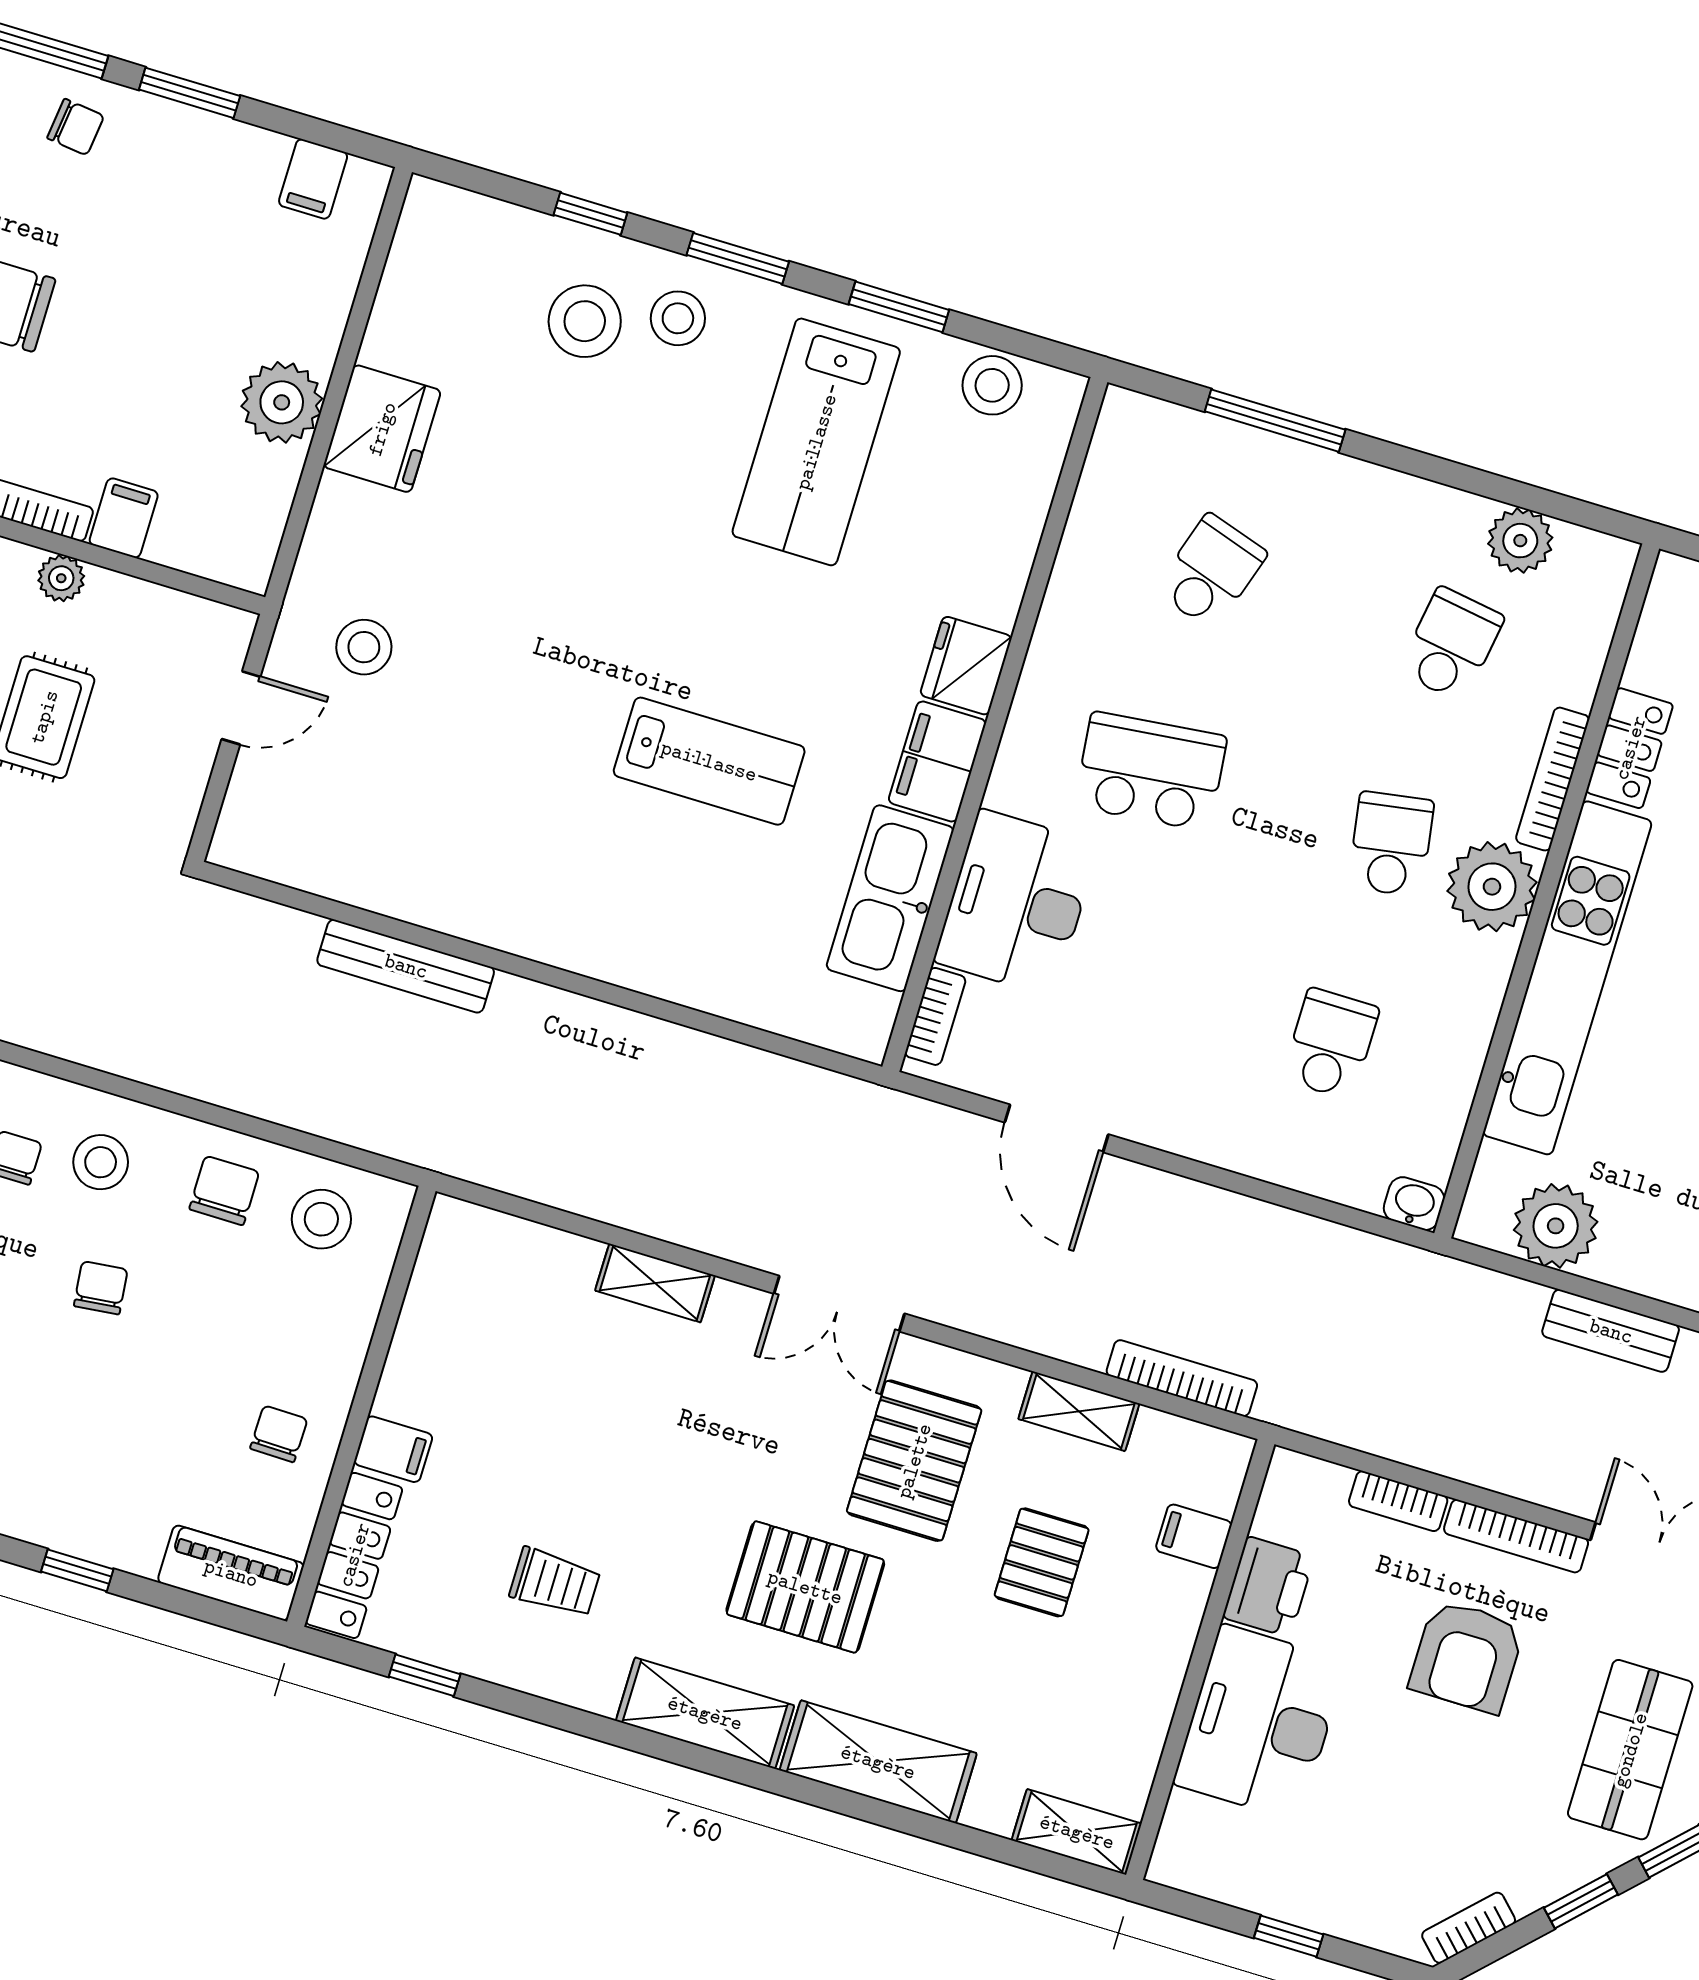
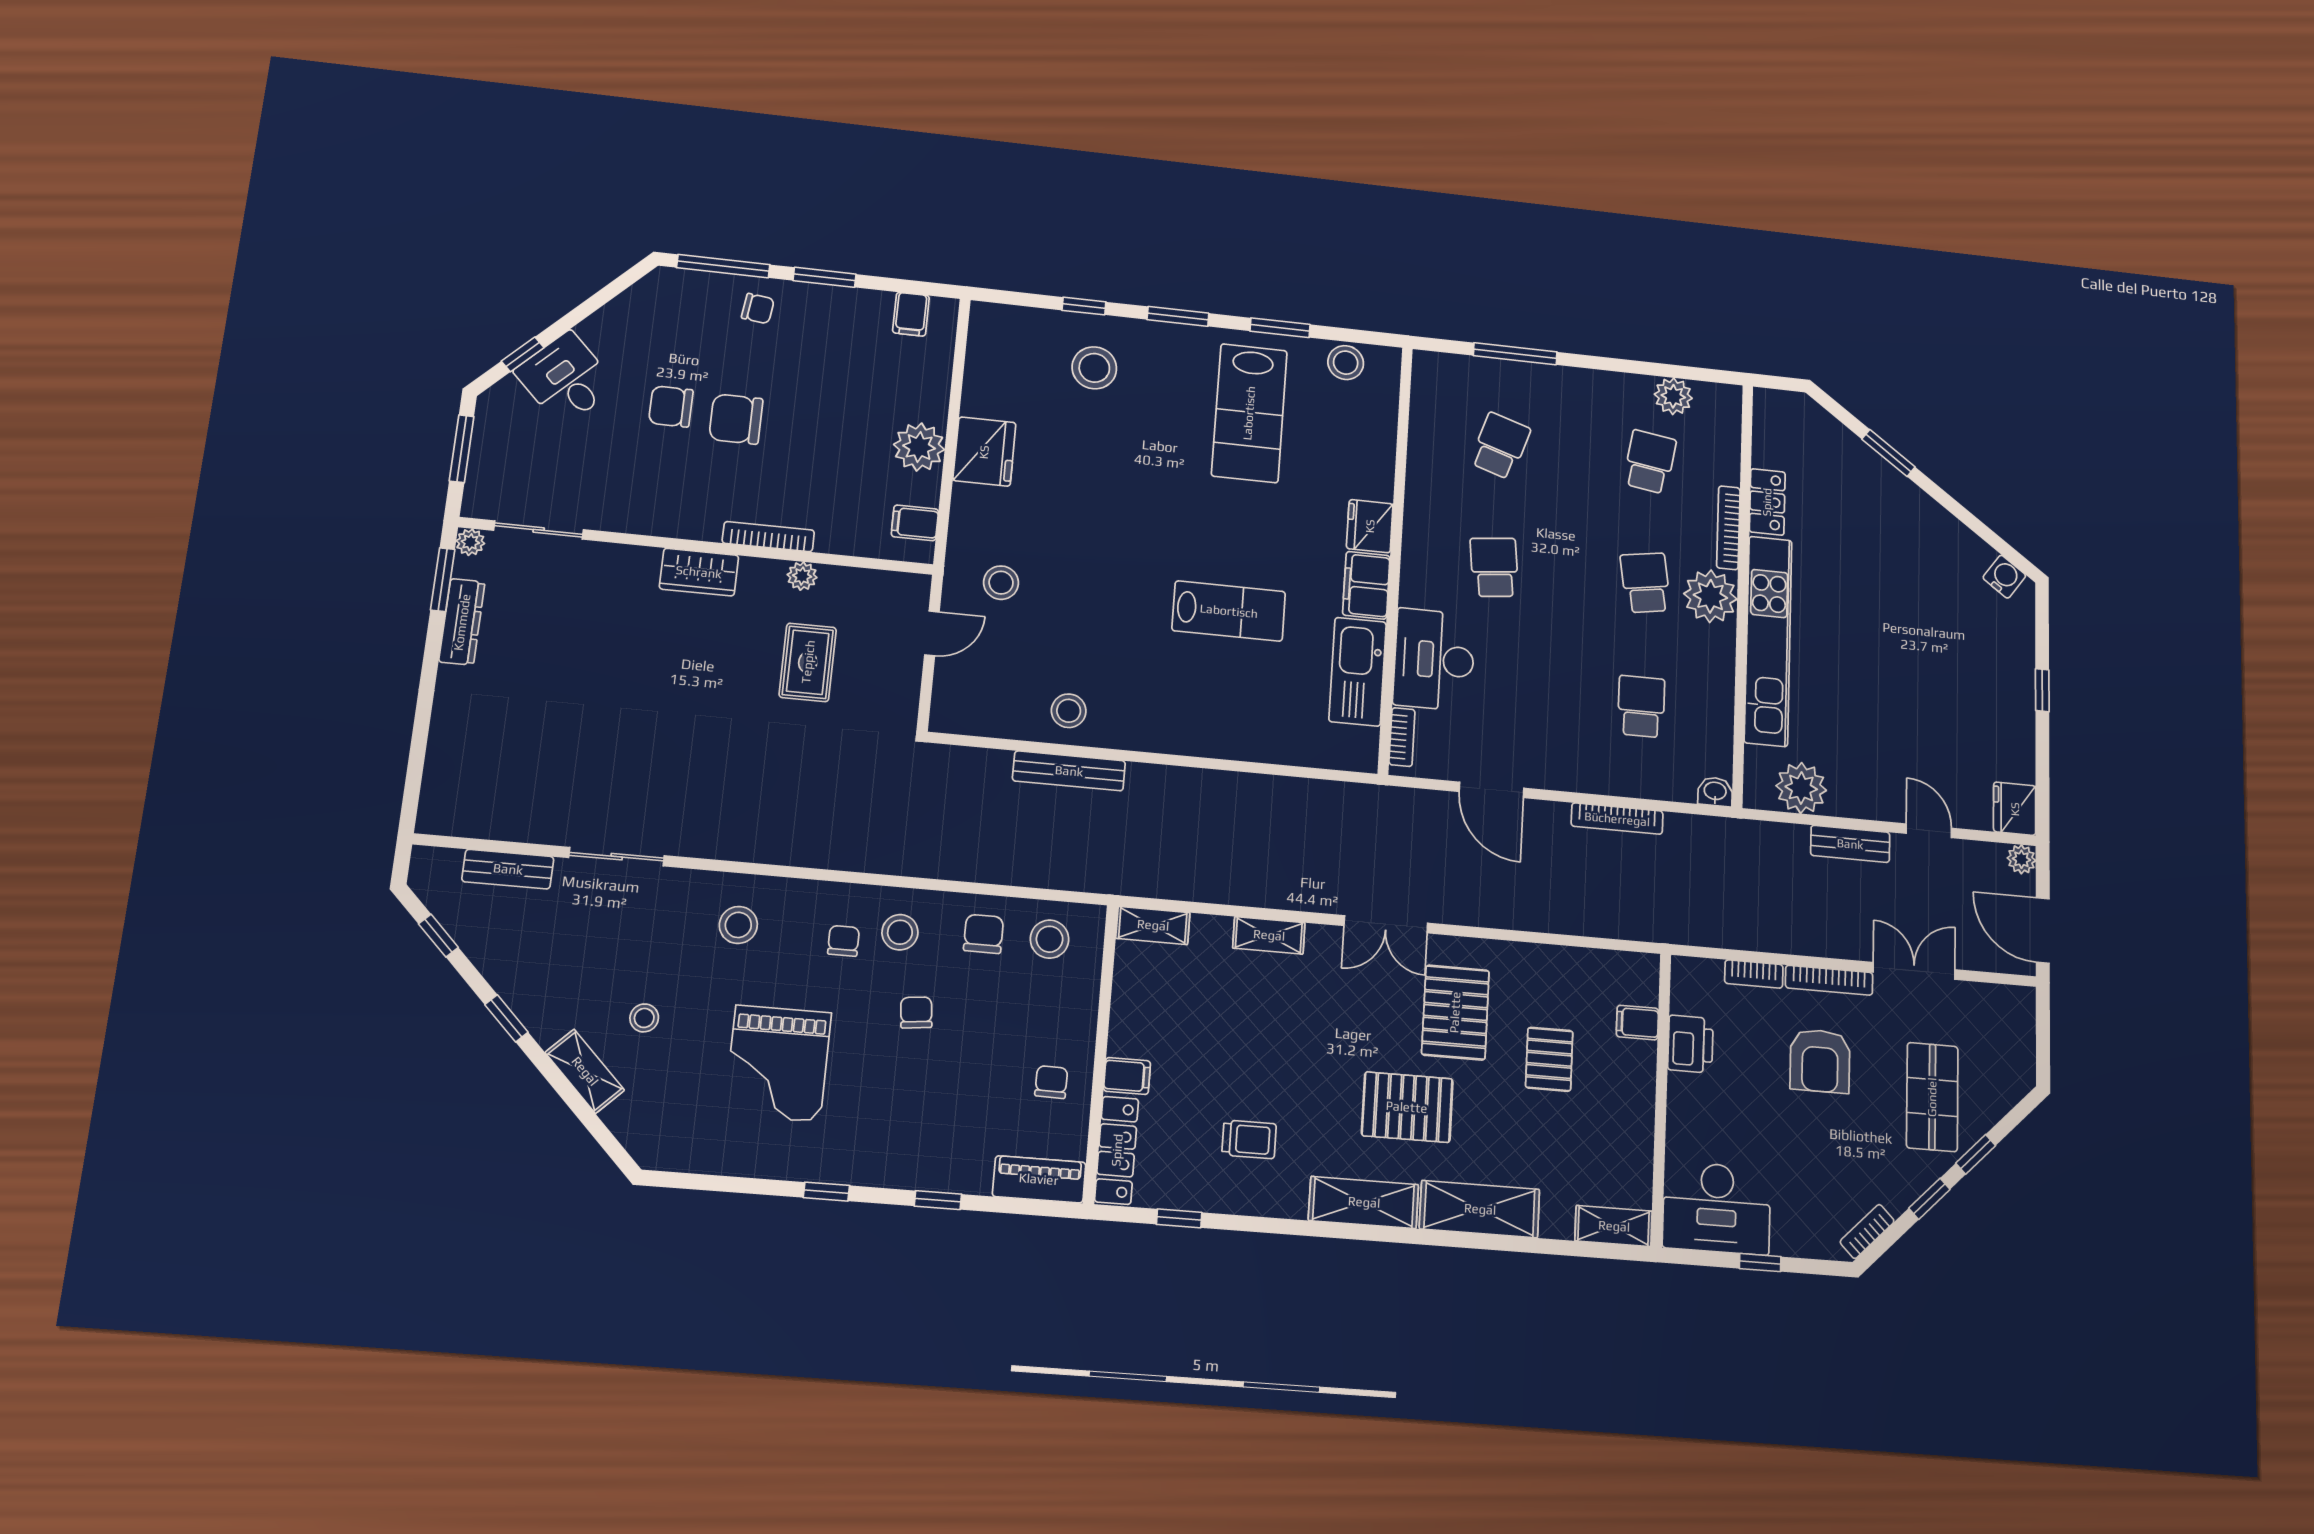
stool: (678, 318) -> (1069, 711), moved
filing cabinet: (124, 518) -> (915, 523), moved, turned -90
school desk: (1151, 771) -> (1494, 567), width x0.54
bookcase: (1182, 1378) -> (1617, 819), moved, turned 180
shelving: (1079, 1411) -> (1153, 925), moved
desk: (1260, 1722) -> (1717, 1208), moved, turned -90

